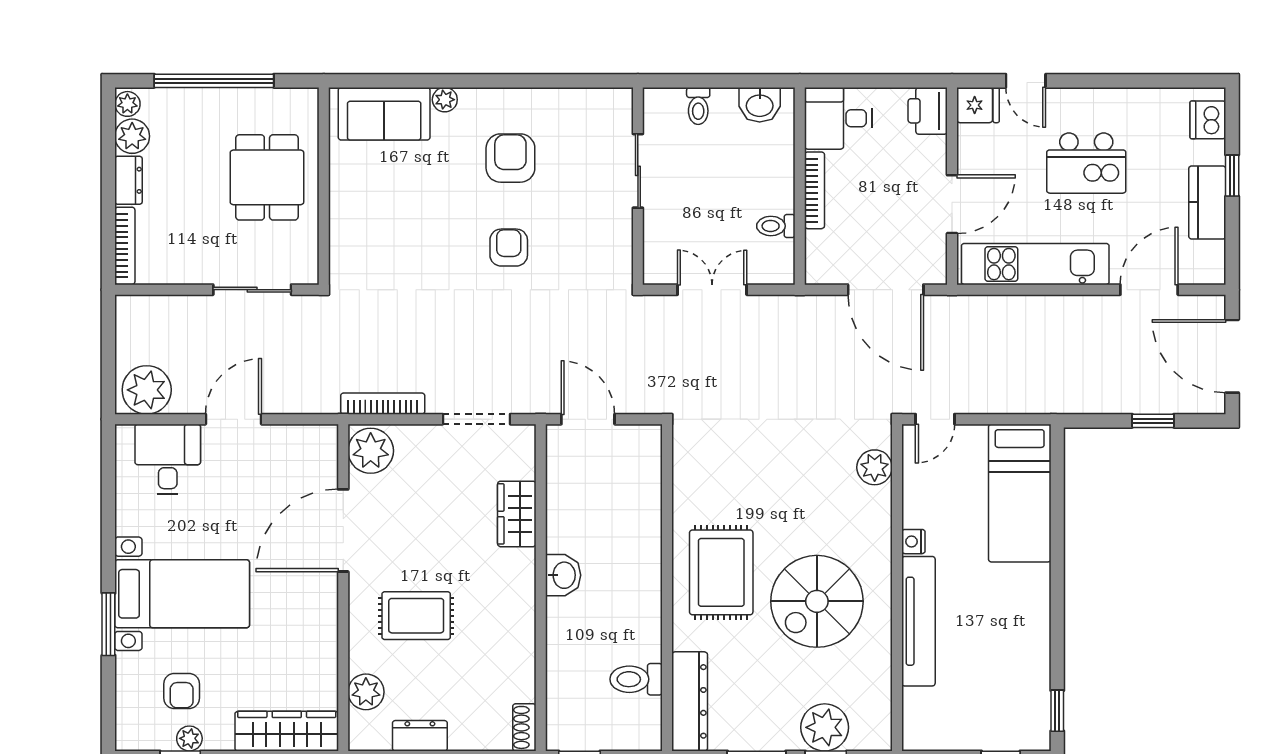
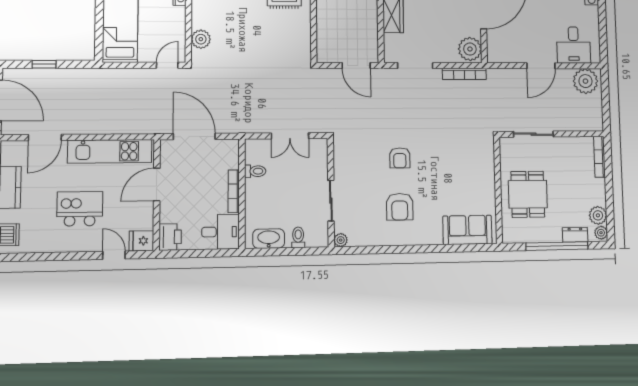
plant: (445, 100) -> (341, 240), moved
washbasin: (760, 105) -> (269, 239), width x1.38
dresser: (129, 180) -> (575, 235), moved, turned 90

